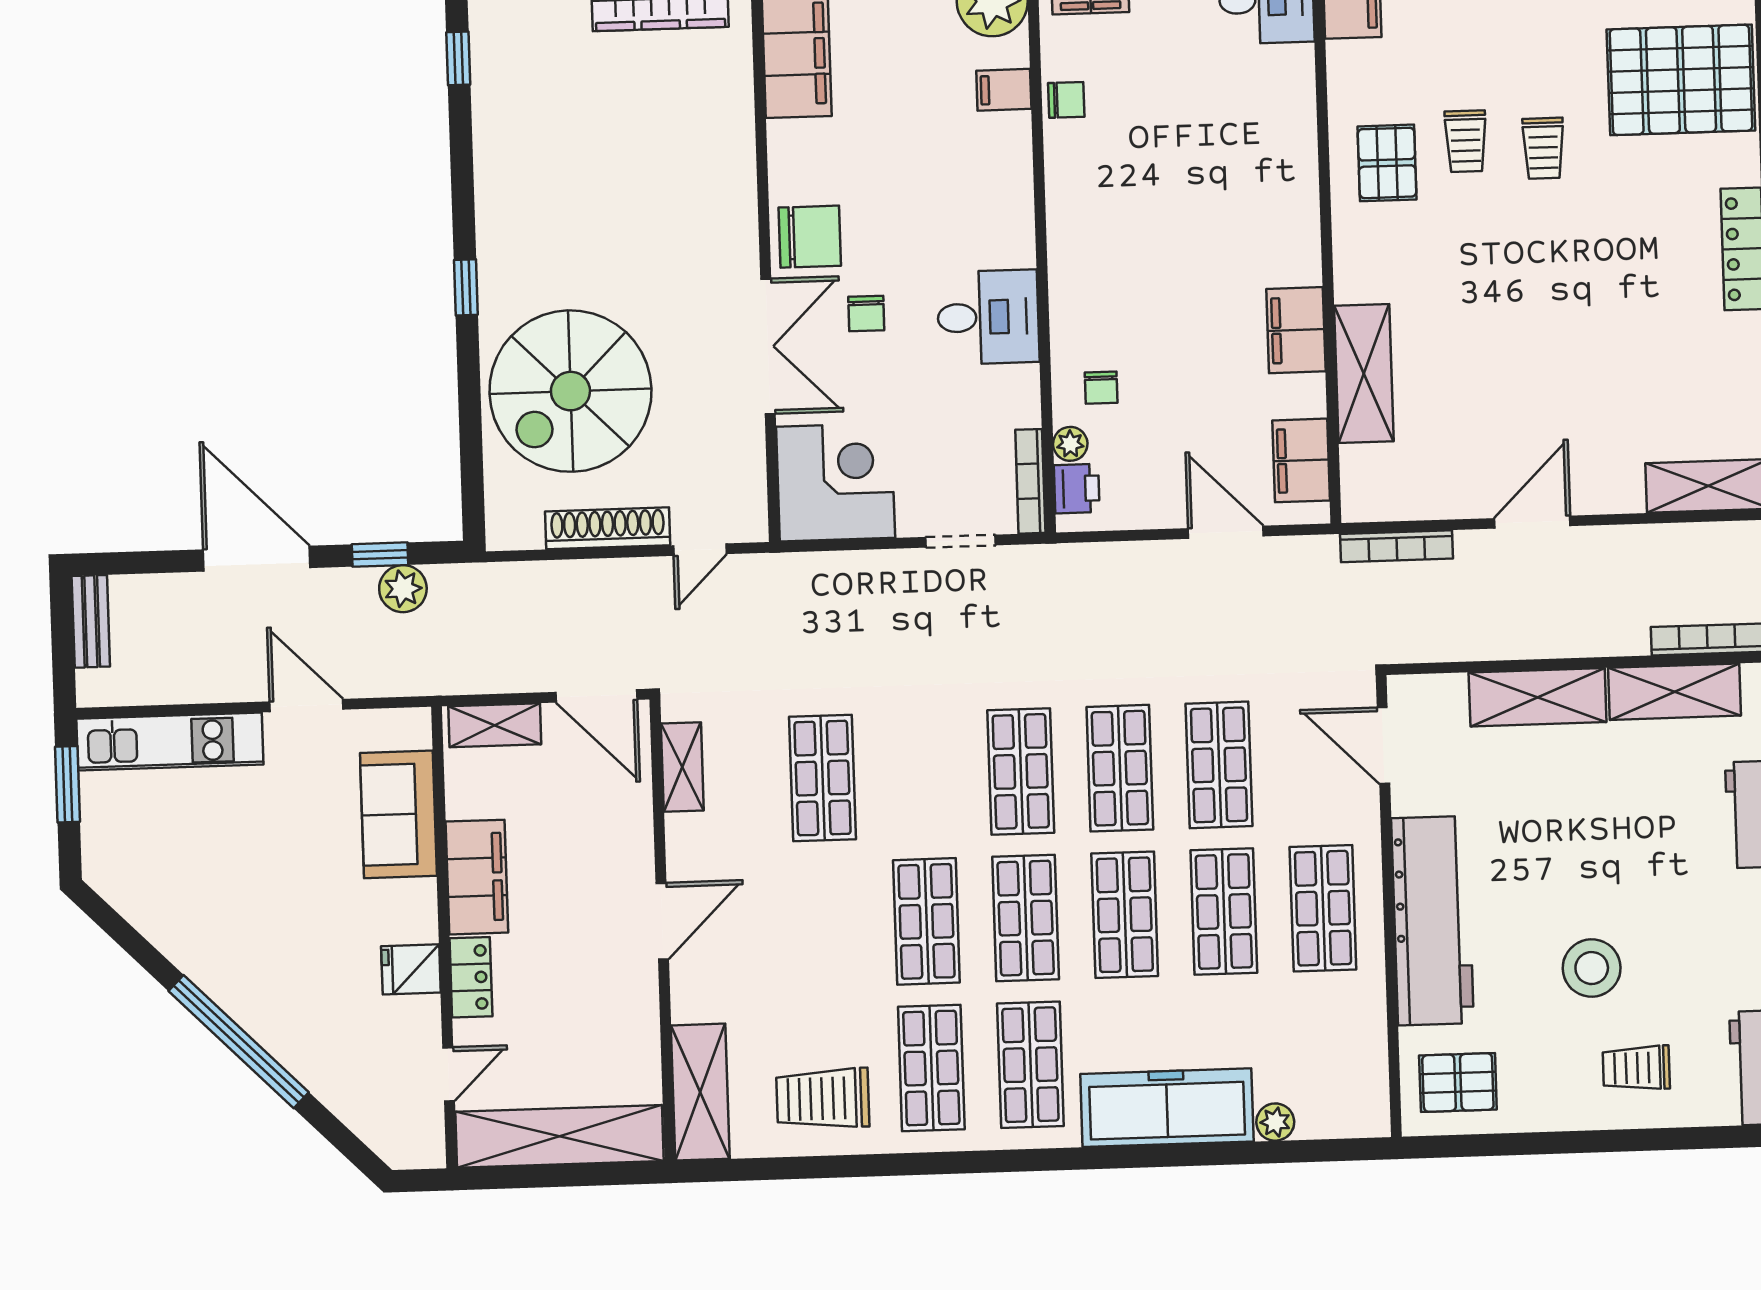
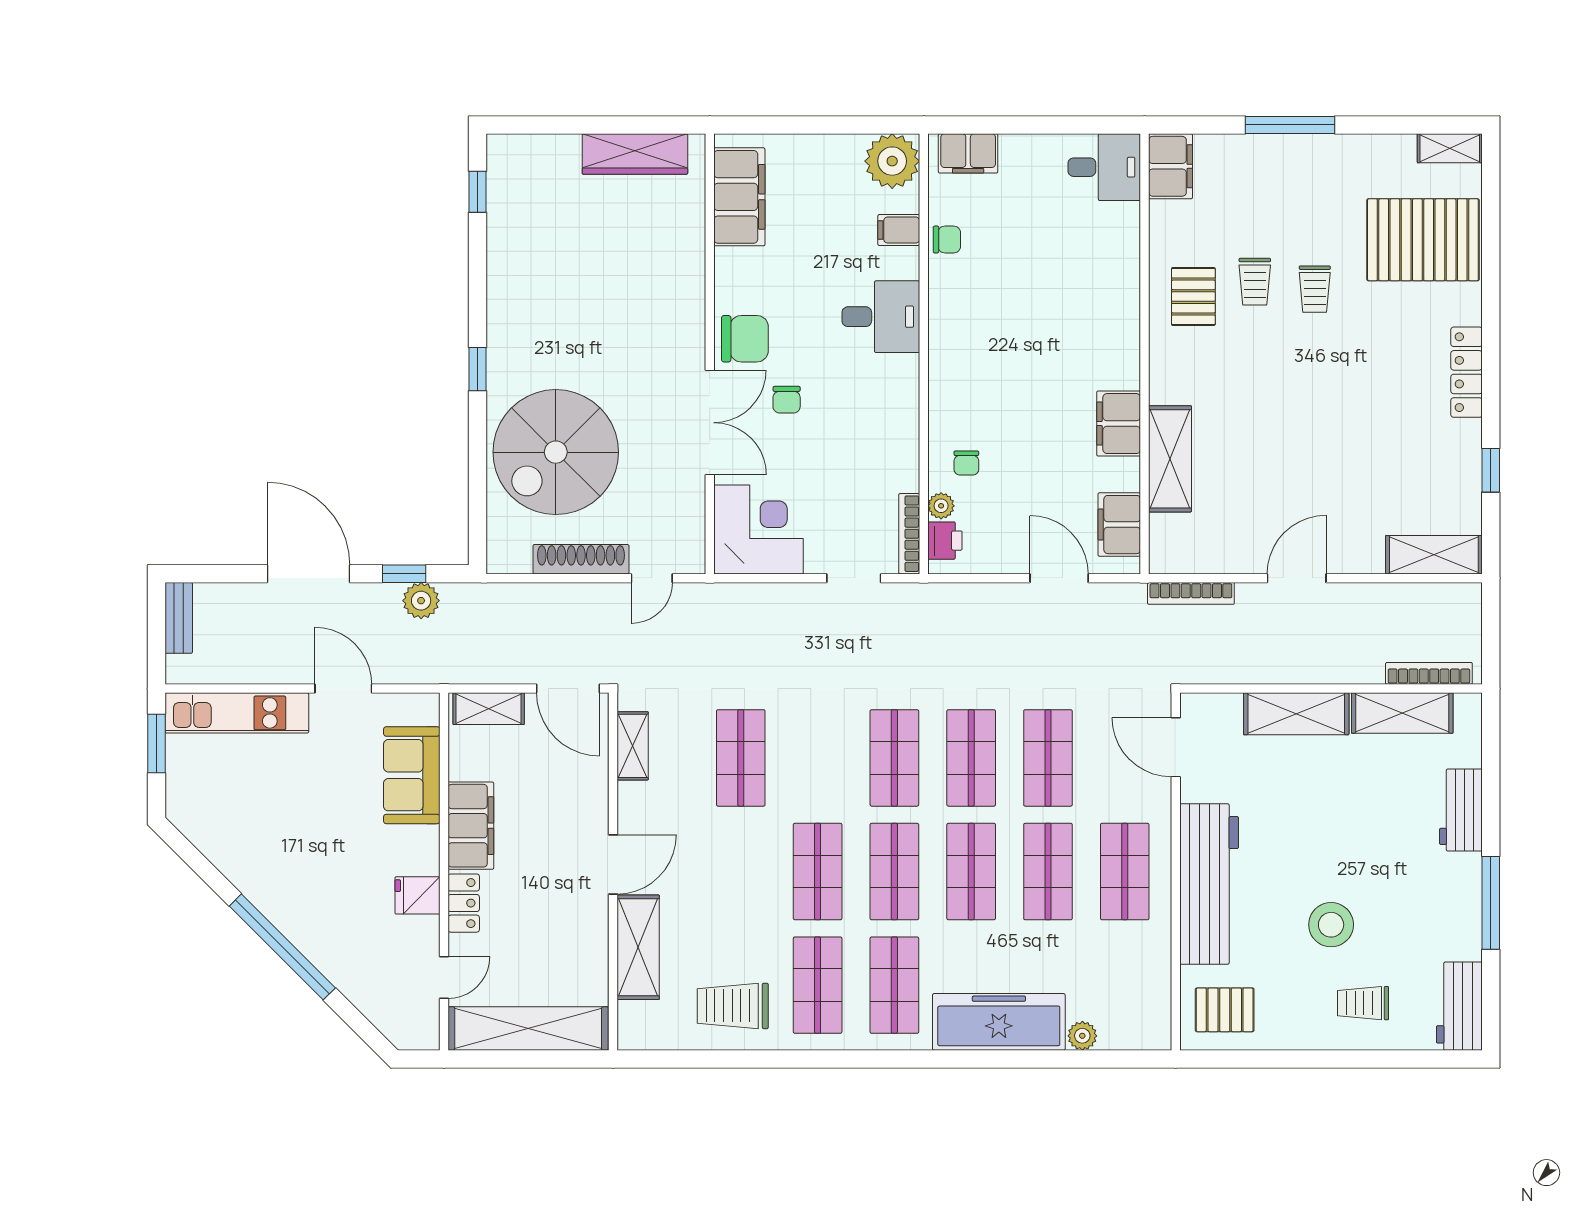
desk: (988, 317) -> (881, 317), moved
shelving: (700, 1092) -> (638, 947), moved

